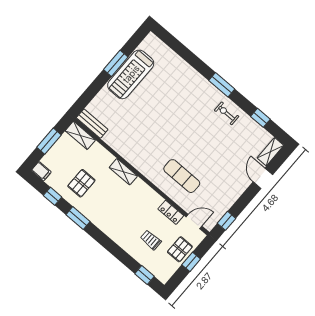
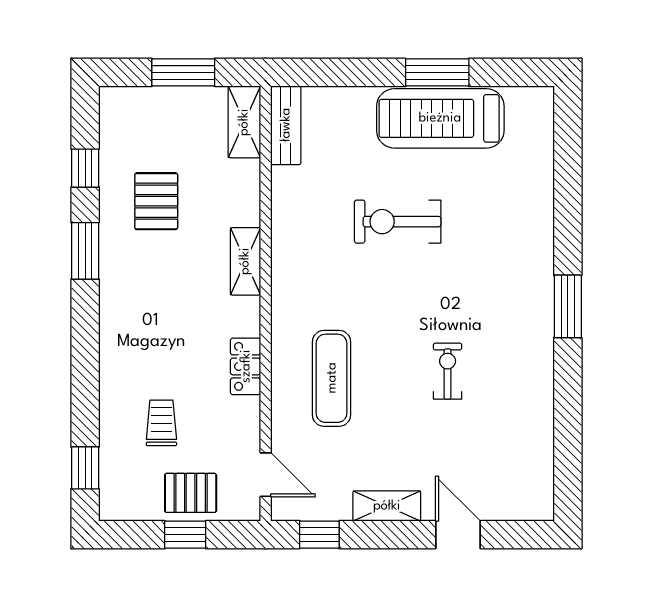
exercise bike: (227, 113) -> (448, 371), moved
exercise bike: (151, 115) -> (398, 222), added
window: (260, 118) -> (568, 432), removed
shelving: (270, 152) -> (387, 506), moved
filing cabinet: (41, 171) -> (114, 106), removed
door: (263, 178) -> (458, 535), hinge flipped
pallet: (81, 183) -> (156, 201), turned 90
locker: (171, 212) -> (246, 366), moved

